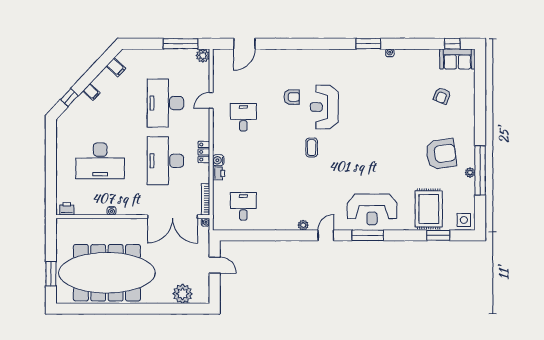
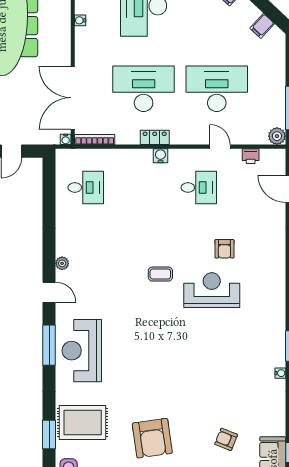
water cooler: (218, 160) -> (160, 156), moved
printer: (219, 173) -> (251, 156), moved

